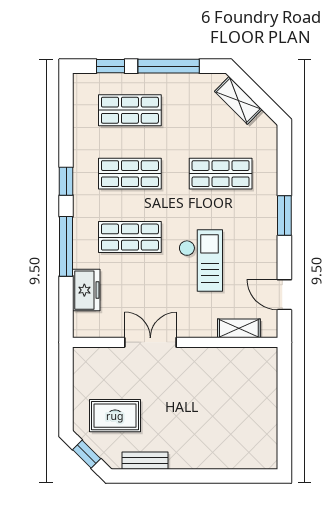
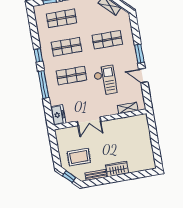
freezer: (86, 290) -> (58, 115), moved
door: (284, 295) -> (143, 76), moved
double door: (150, 342) -> (89, 121), swing flipped
wardrobe: (193, 456) -> (117, 169), added

